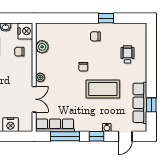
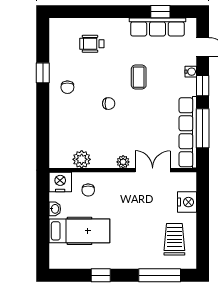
coffee table: (103, 89) -> (139, 77), width x0.54, depth x0.58
row of seats: (55, 125) -> (188, 132), width x1.36

